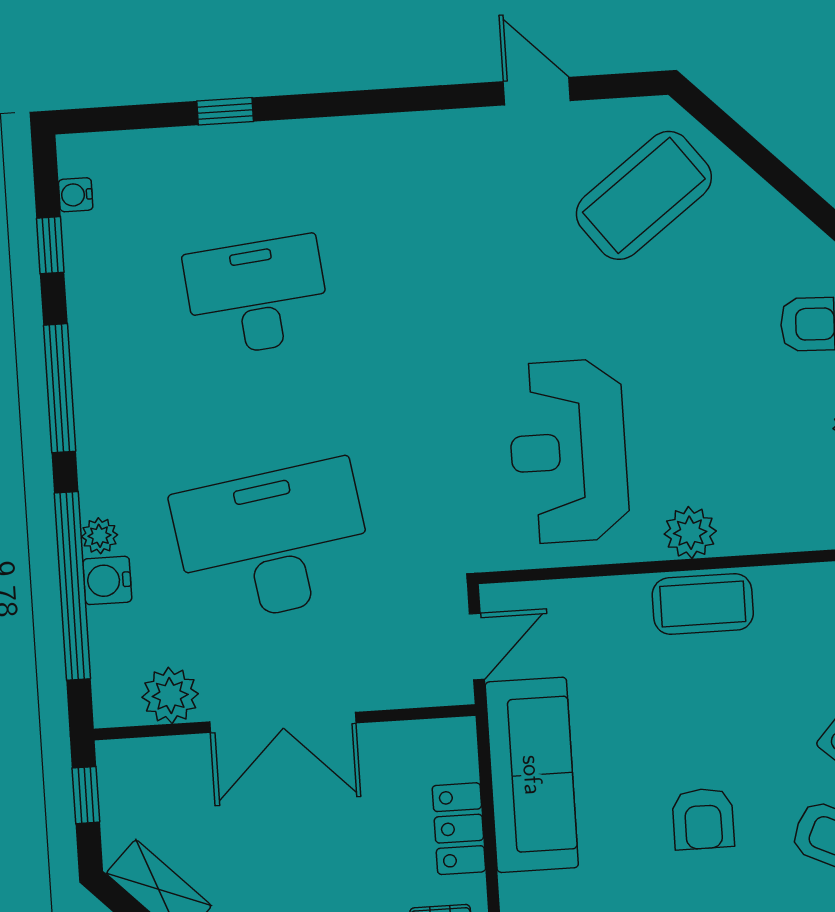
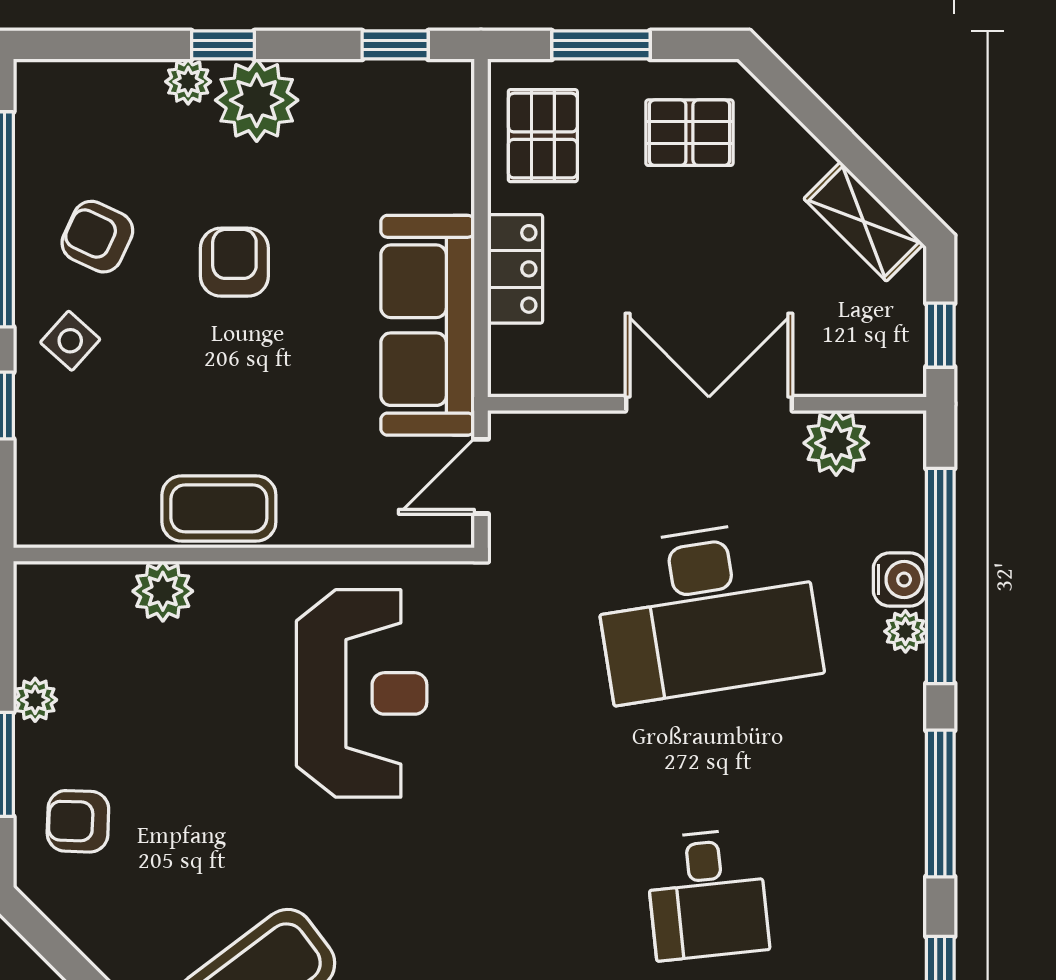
desk: (257, 296) -> (707, 894), width x0.73
plant: (690, 533) -> (163, 591), moved

